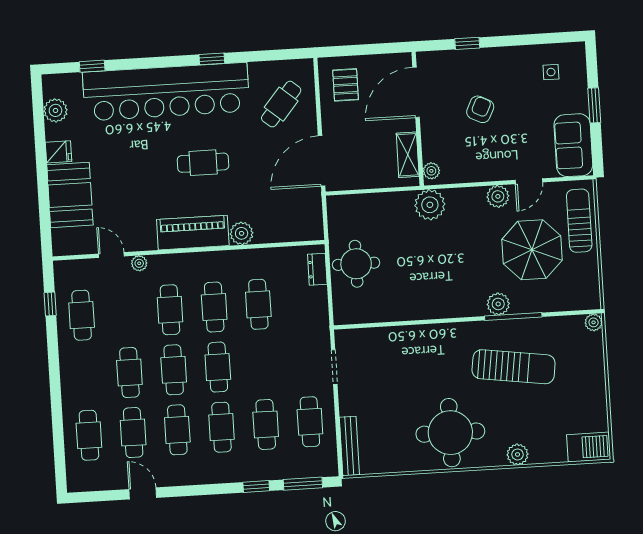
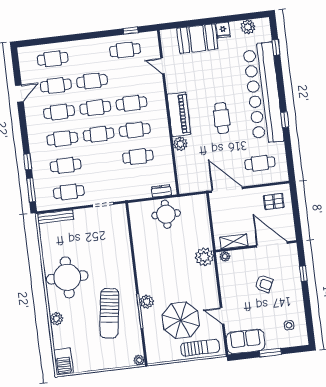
cafe table: (281, 104) -> (260, 163), turned -40
plant: (498, 196) -> (212, 298), removed
door: (111, 255) -> (163, 66), swing flipped
plant: (139, 263) -> (158, 83), removed

